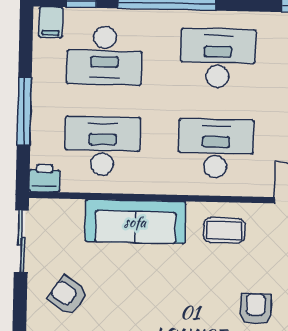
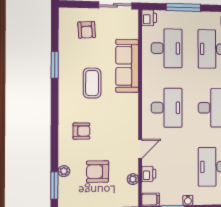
coffee table: (224, 230) -> (92, 83), moved, width x1.36, depth x1.30
armchair: (67, 295) -> (87, 30), turned 141

